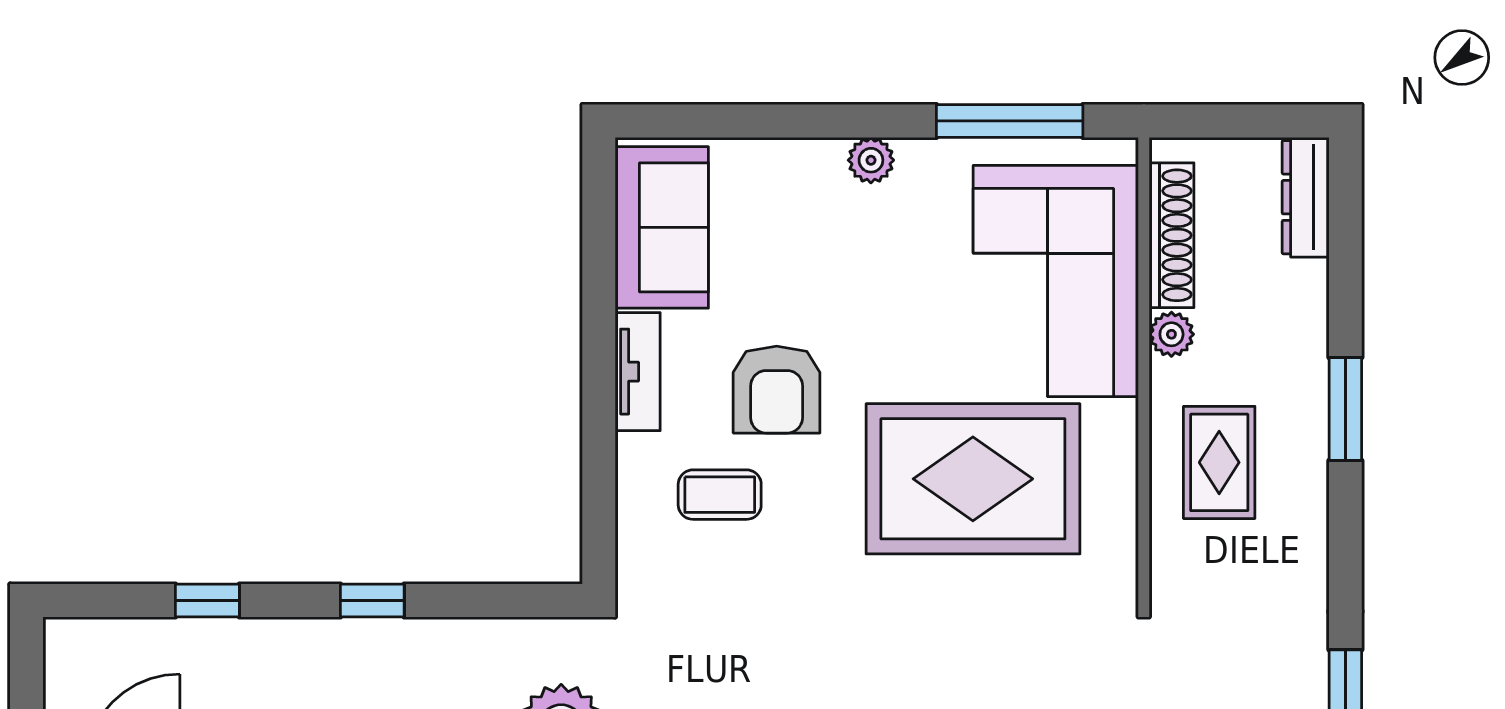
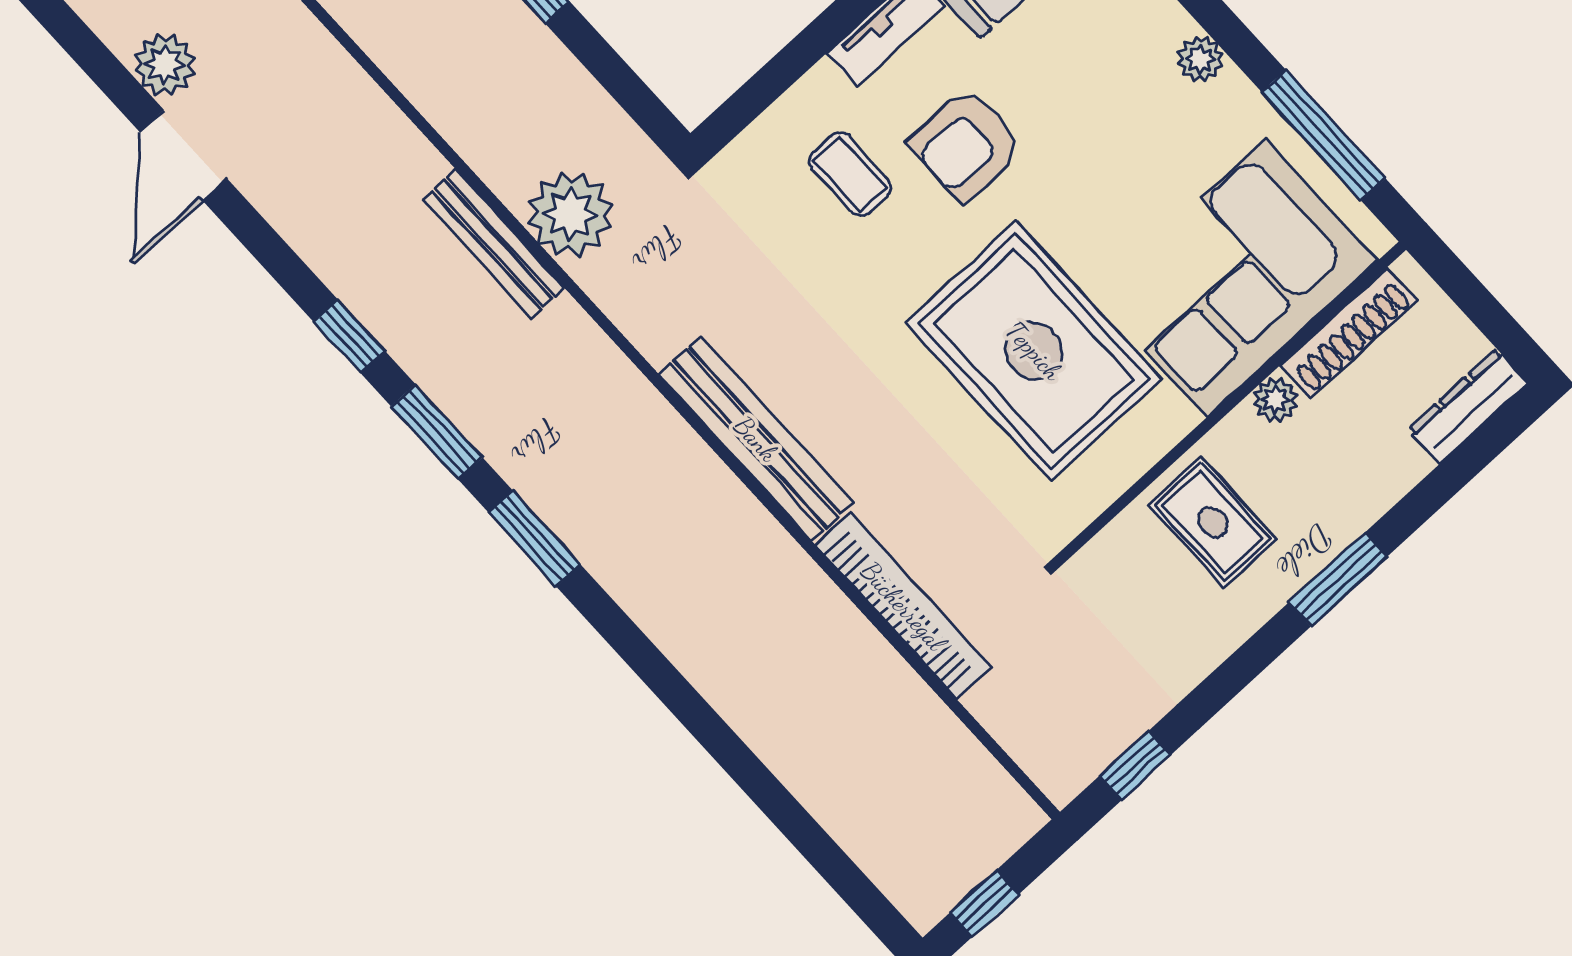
rug: (1219, 462) -> (1213, 522), turned 90

